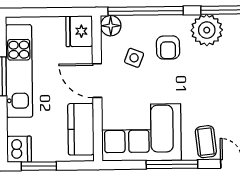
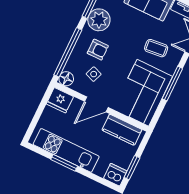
coffee table: (206, 142) -> (156, 48), moved

